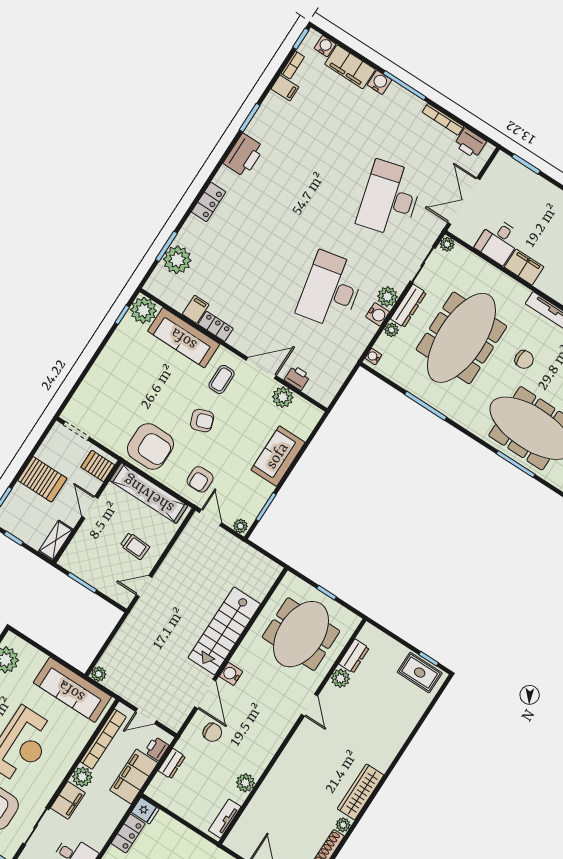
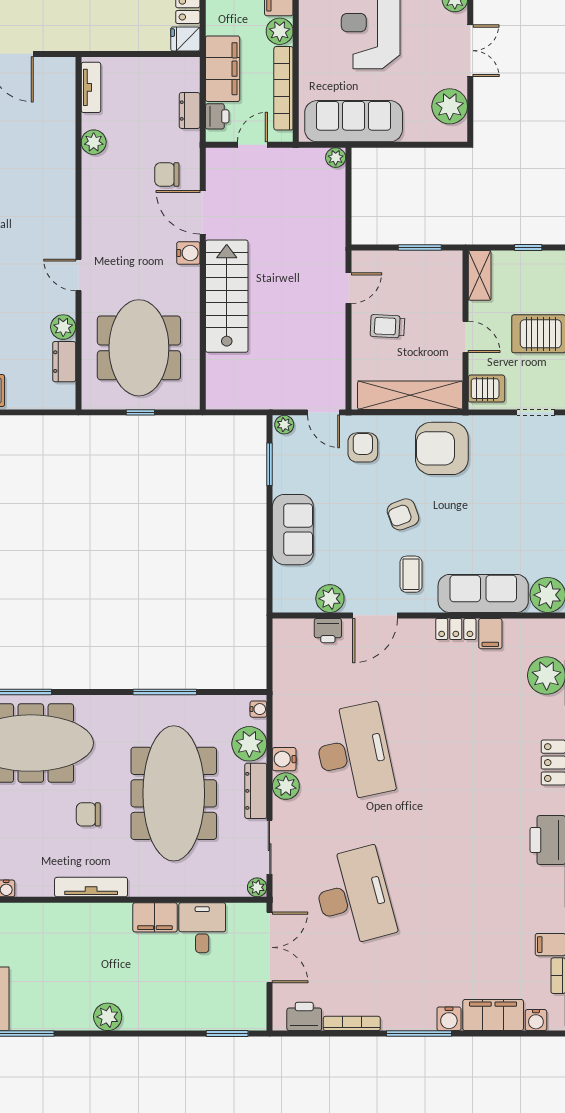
plant: (391, 330) -> (249, 744), width x1.88, depth x1.88

